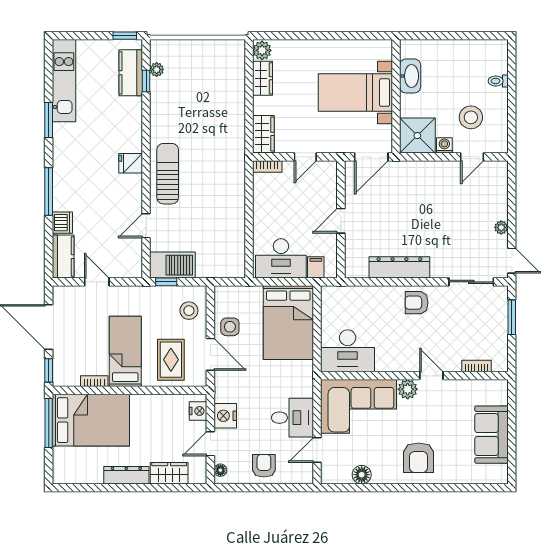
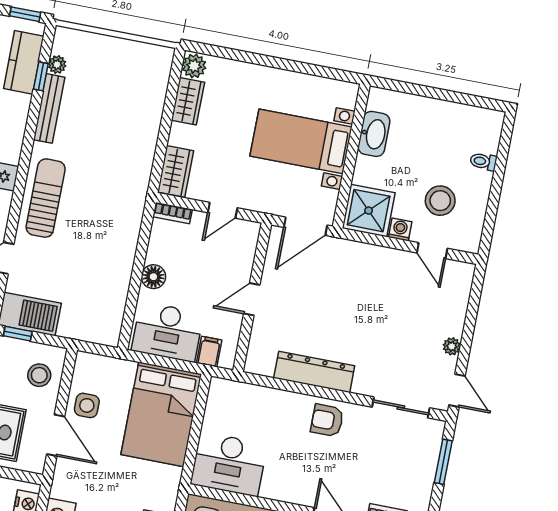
bench: (157, 104) -> (49, 108), added
door: (472, 157) -> (432, 251), hinge flipped
floor lamp: (262, 218) -> (153, 277), added

